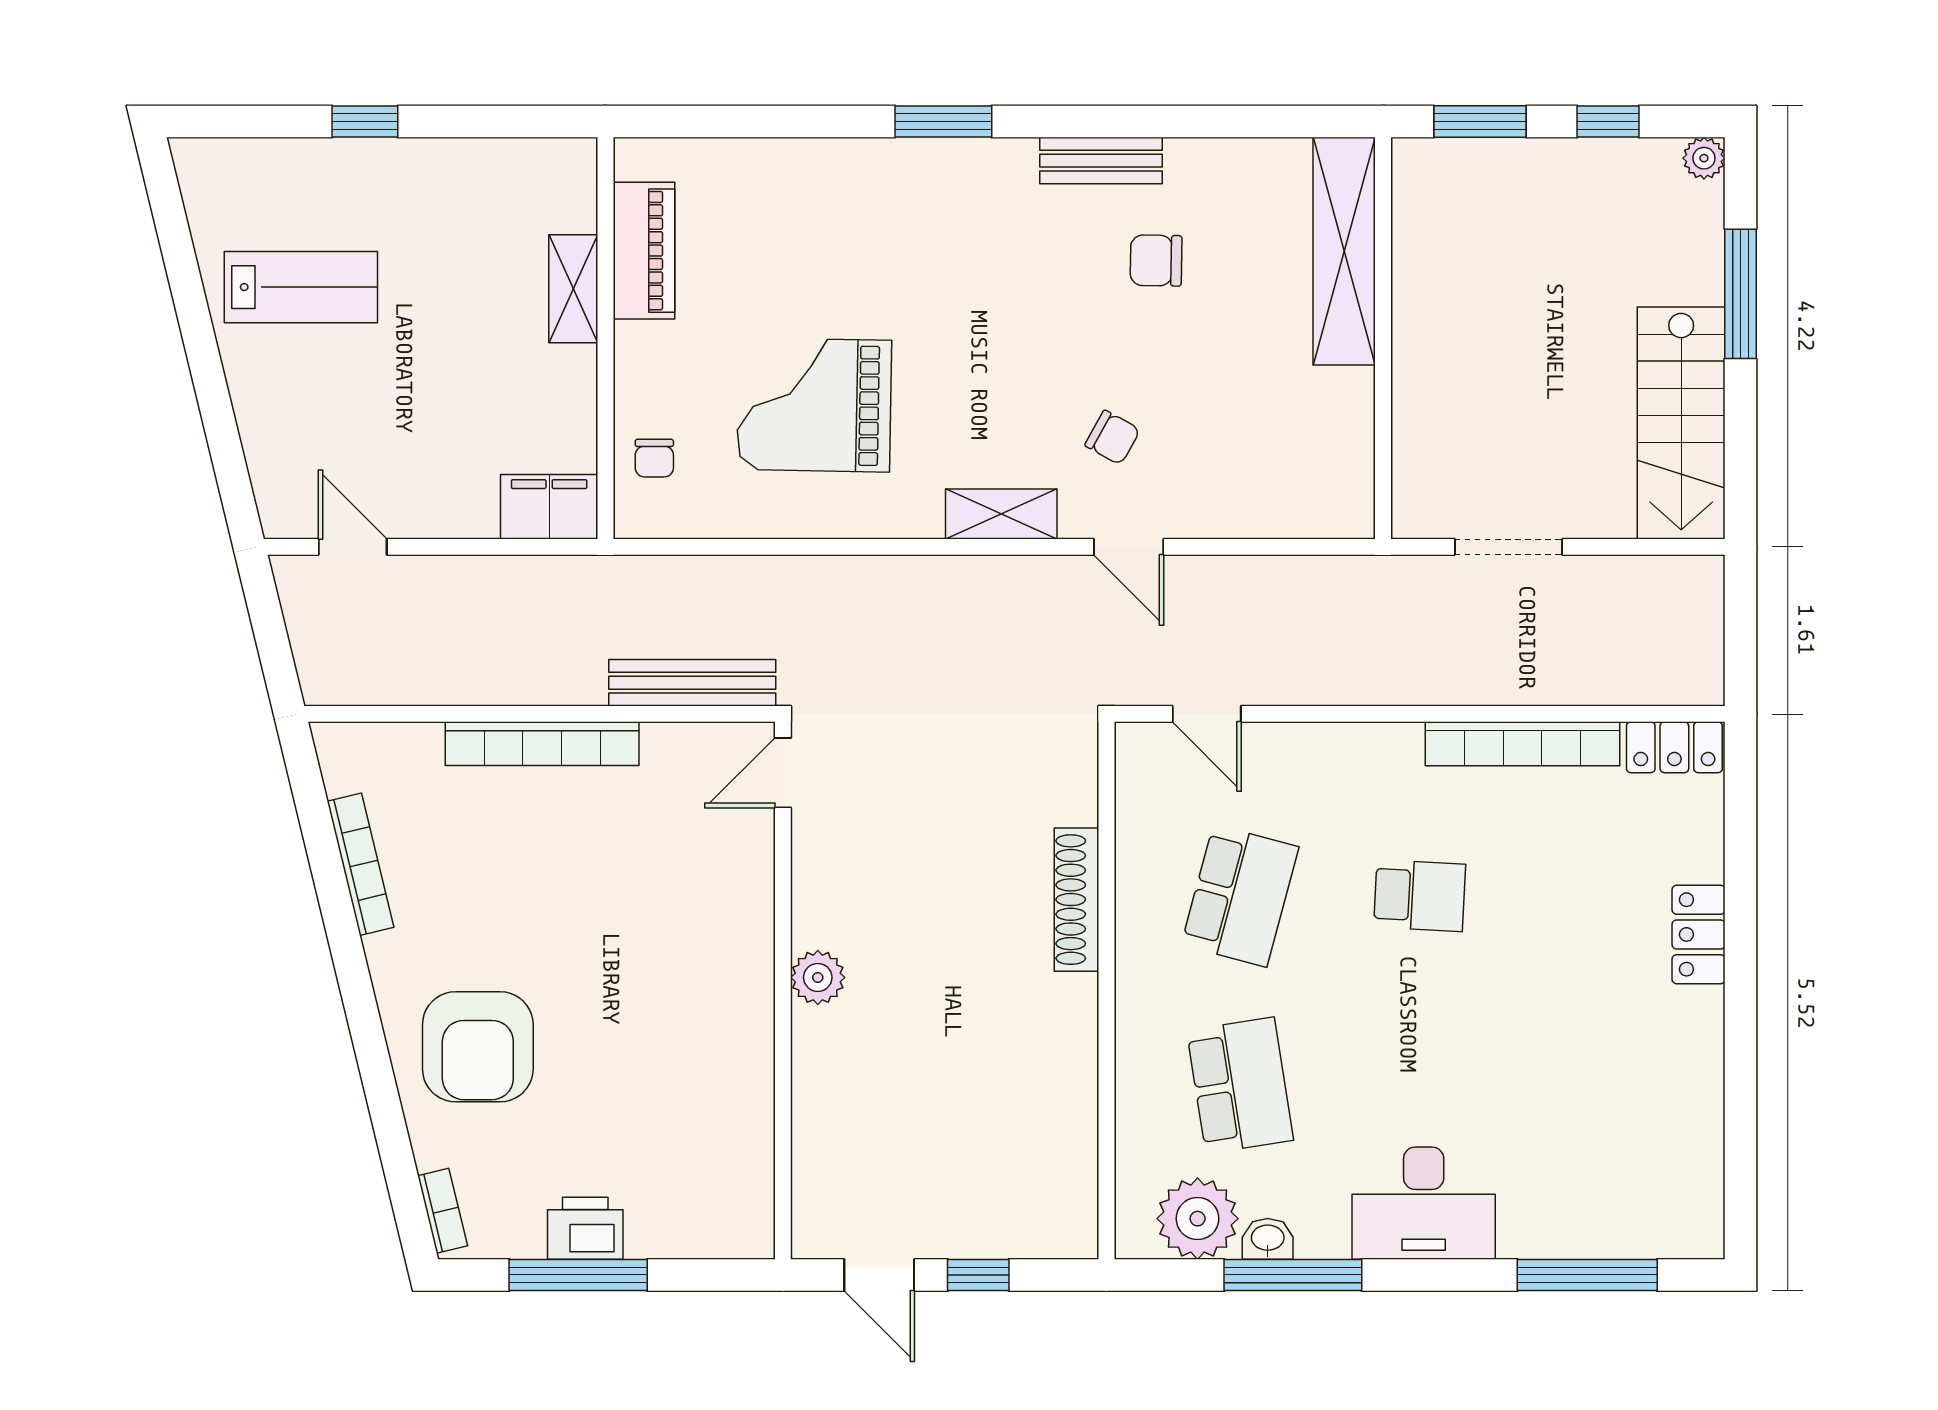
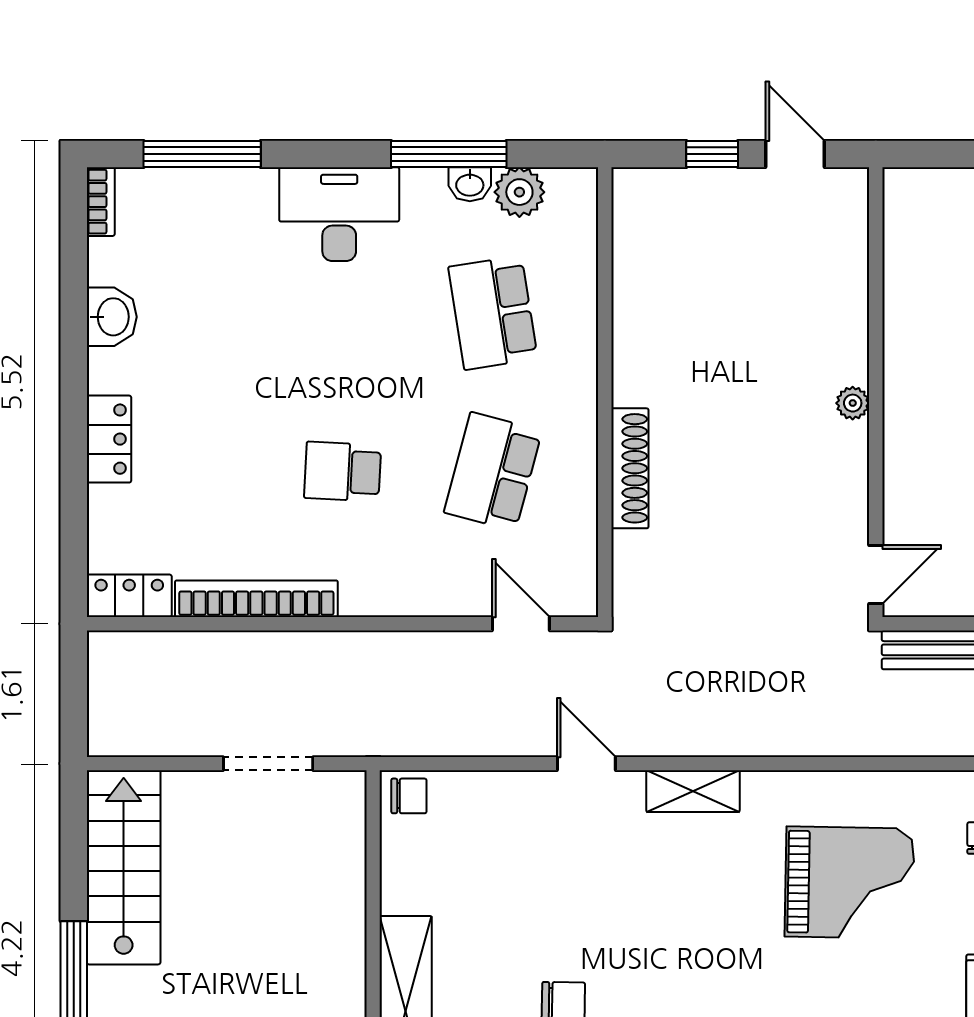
chair: (1112, 437) -> (409, 796), moved, turned 151
plant: (818, 977) -> (853, 403), width x0.73, depth x0.73
washbasin: (1695, 1080) -> (112, 317), added
bookcase: (1708, 1218) -> (101, 202), added
plant: (1198, 1219) -> (519, 192), width x0.73, depth x0.73

